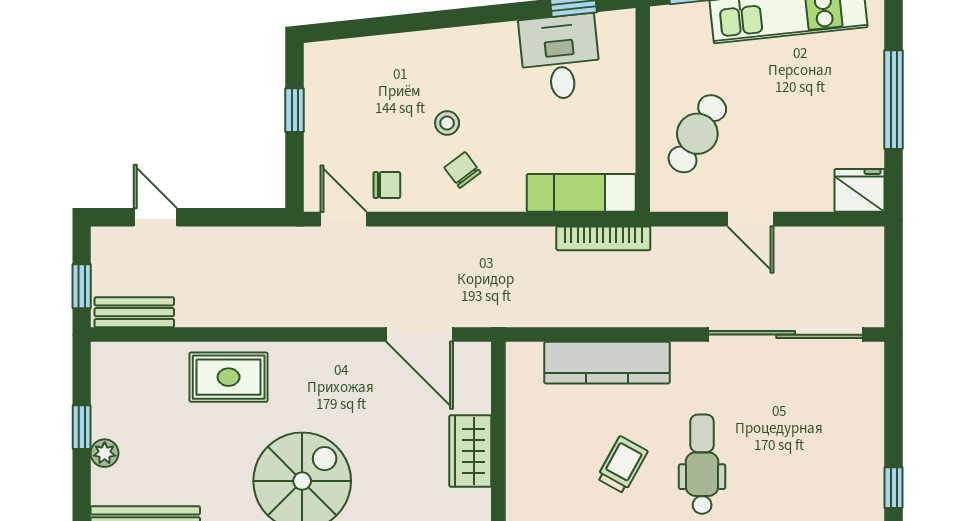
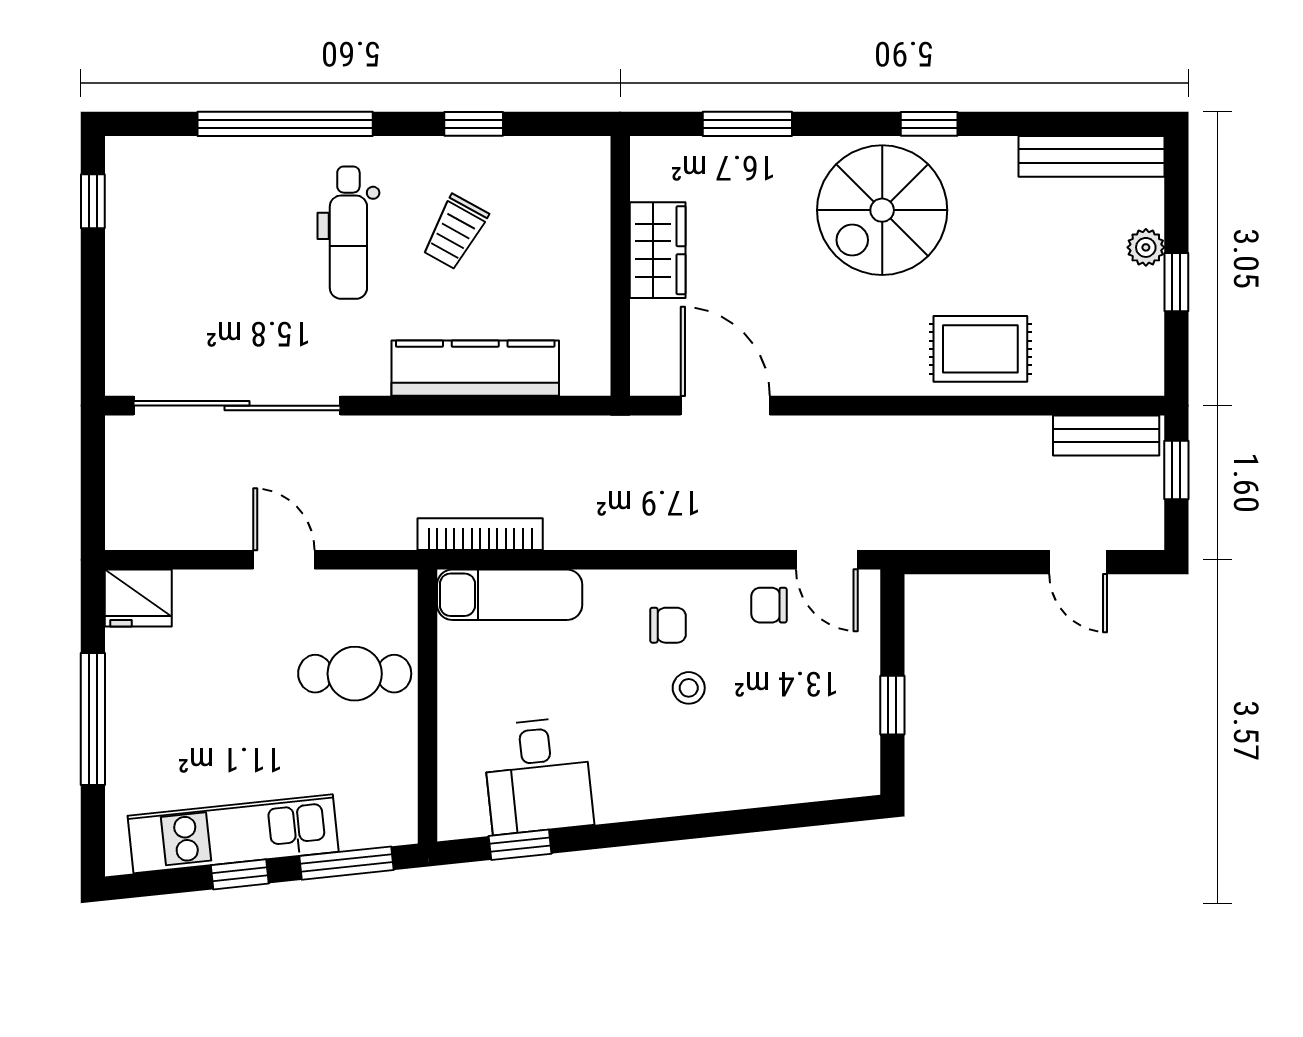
cafe table: (697, 134) -> (355, 674), turned 60
chair: (463, 170) -> (668, 625), turned -53

